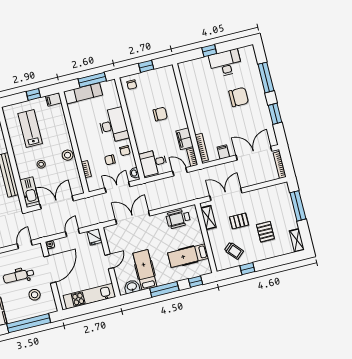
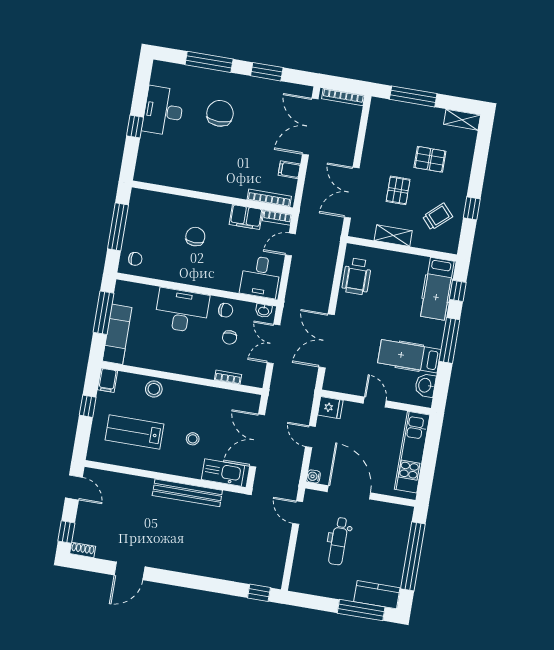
window: (146, 66) -> (118, 227), width x2.17
stool: (68, 155) -> (154, 389), moved
shelving: (208, 218) -> (393, 236), moved
hospital bed: (188, 256) -> (437, 289), moved
stool: (35, 295) -> (376, 530), removed

